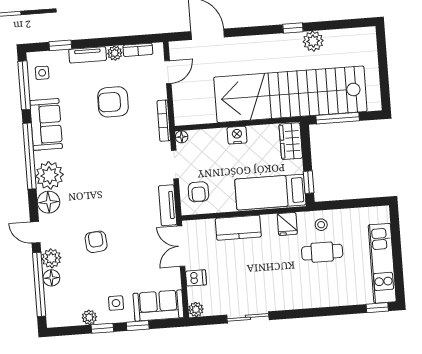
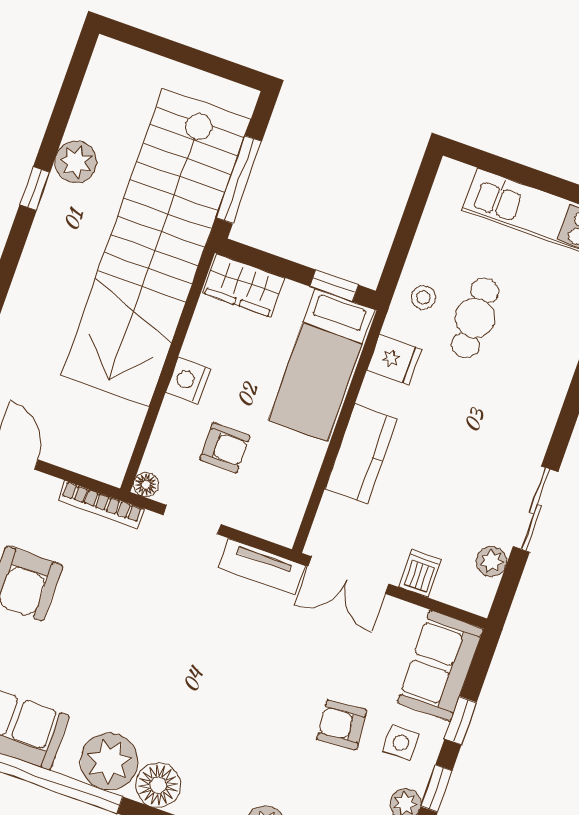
armchair: (198, 192) -> (225, 448), moved
armchair: (96, 242) -> (342, 725), moved
plant: (196, 309) -> (492, 561), moved

